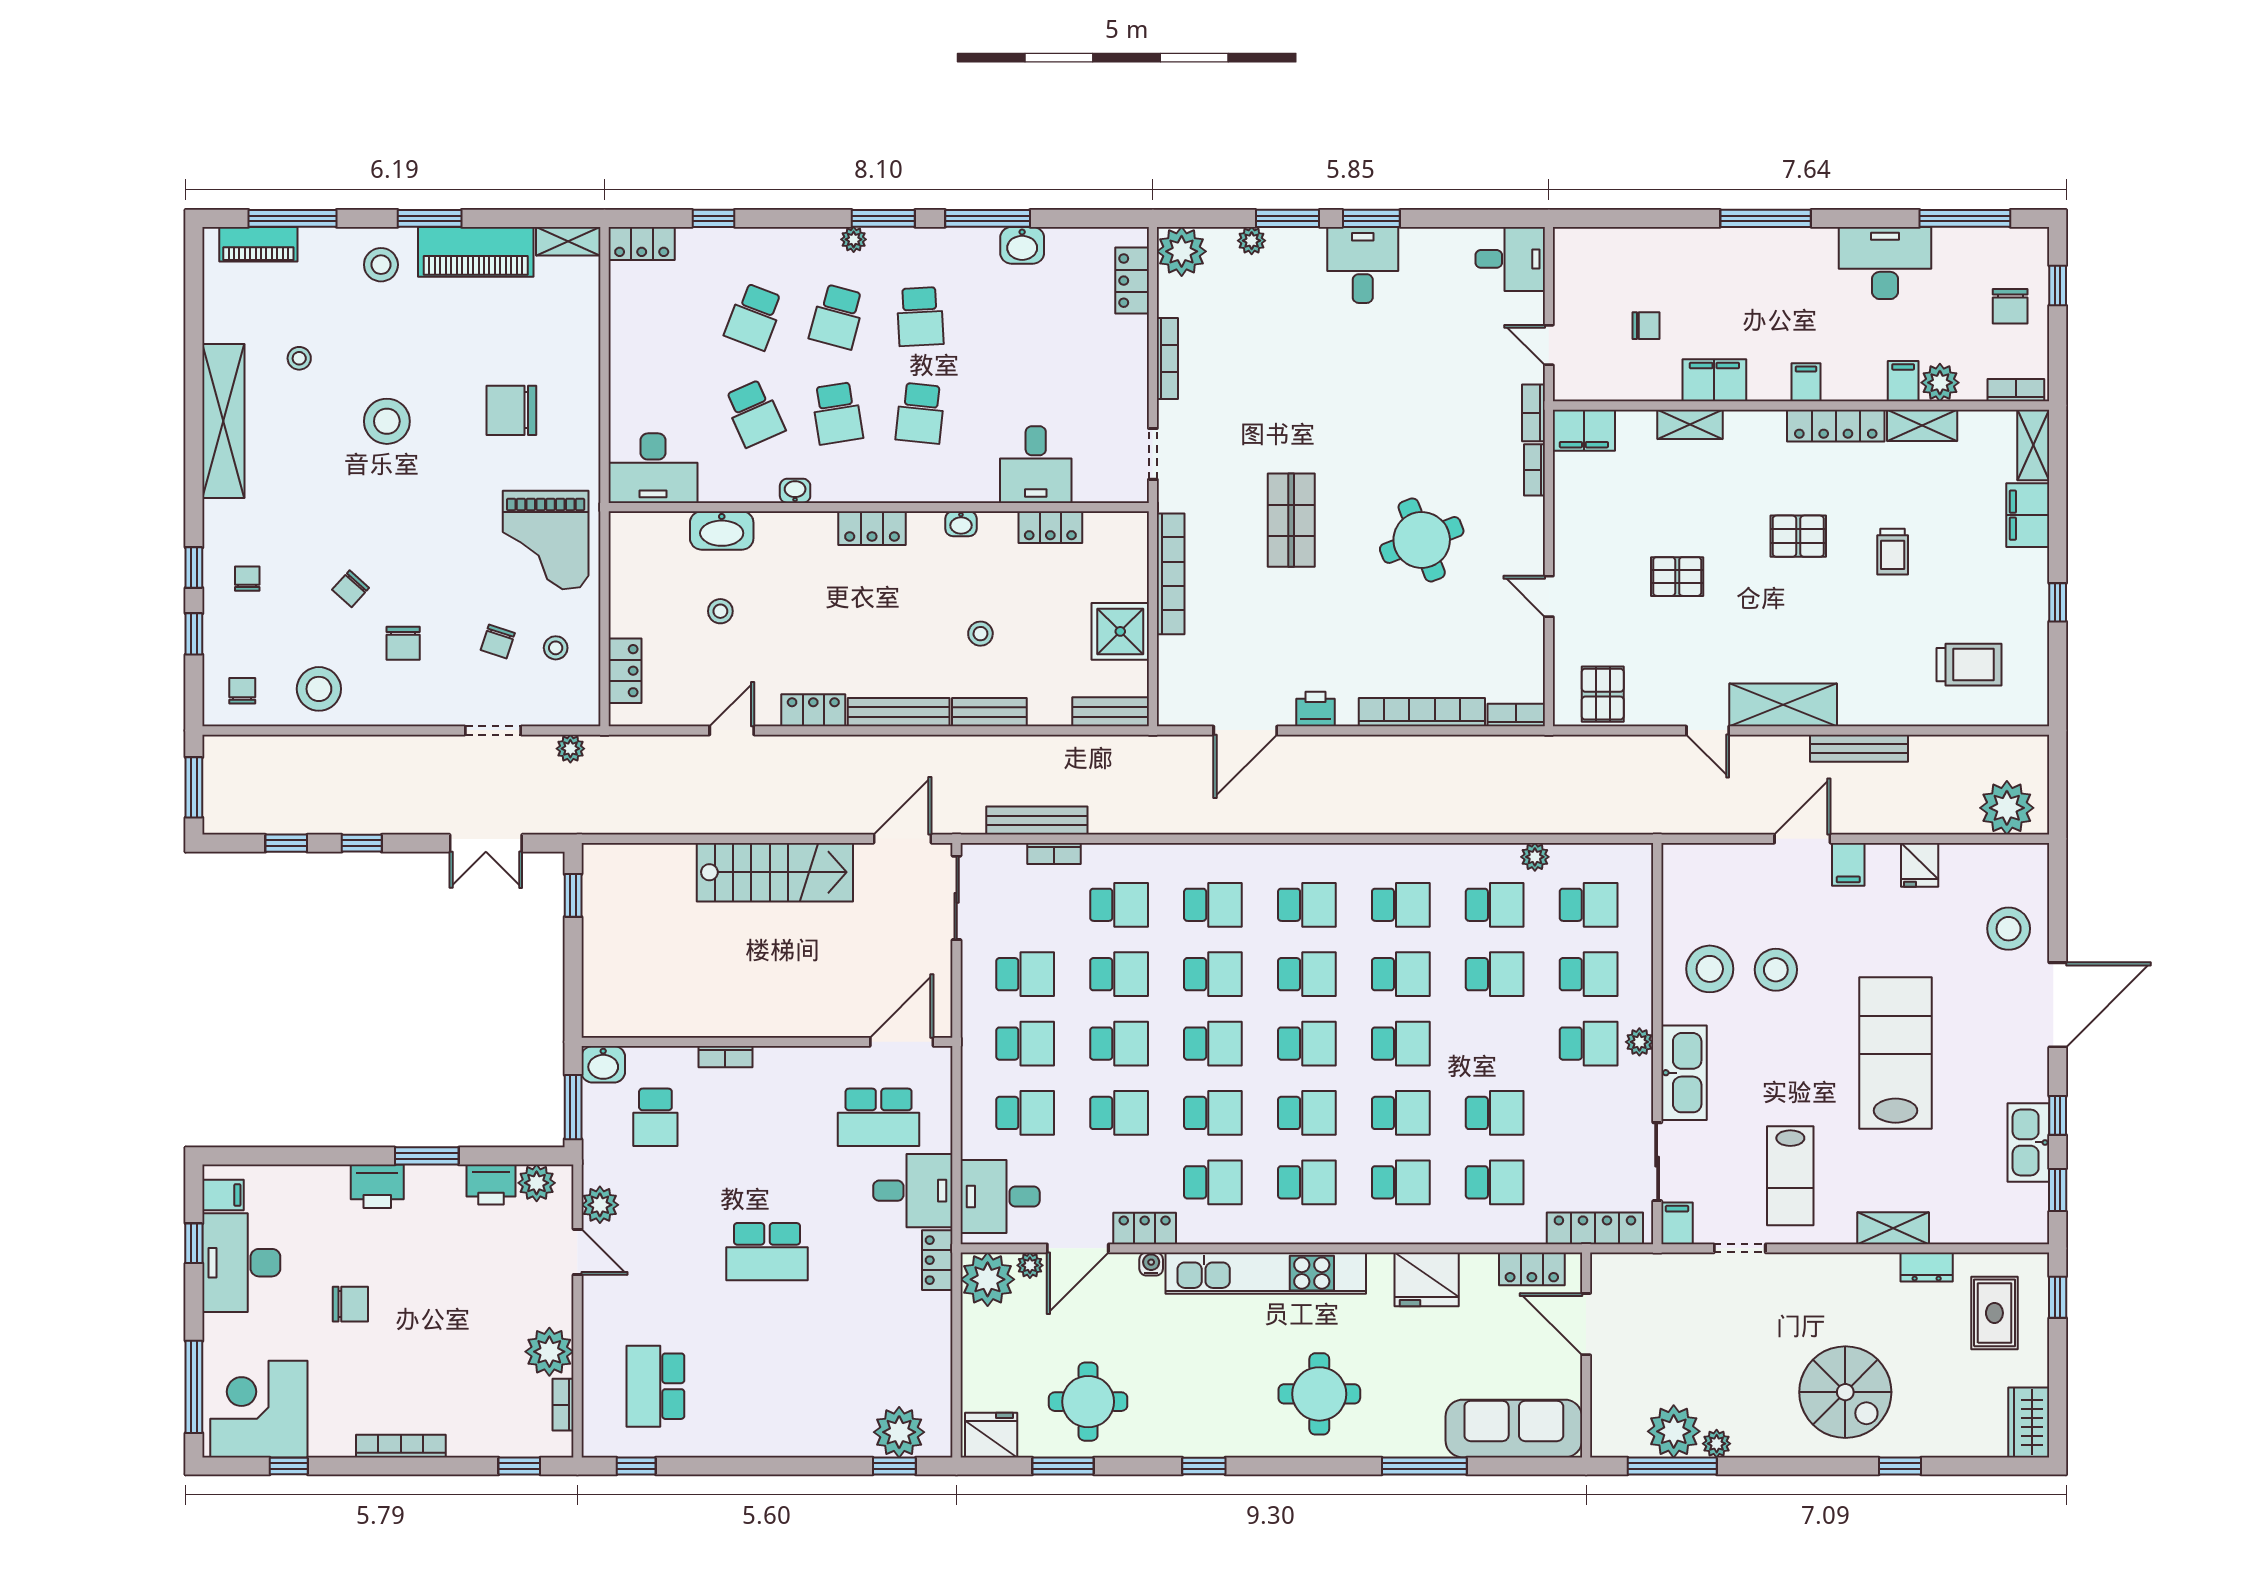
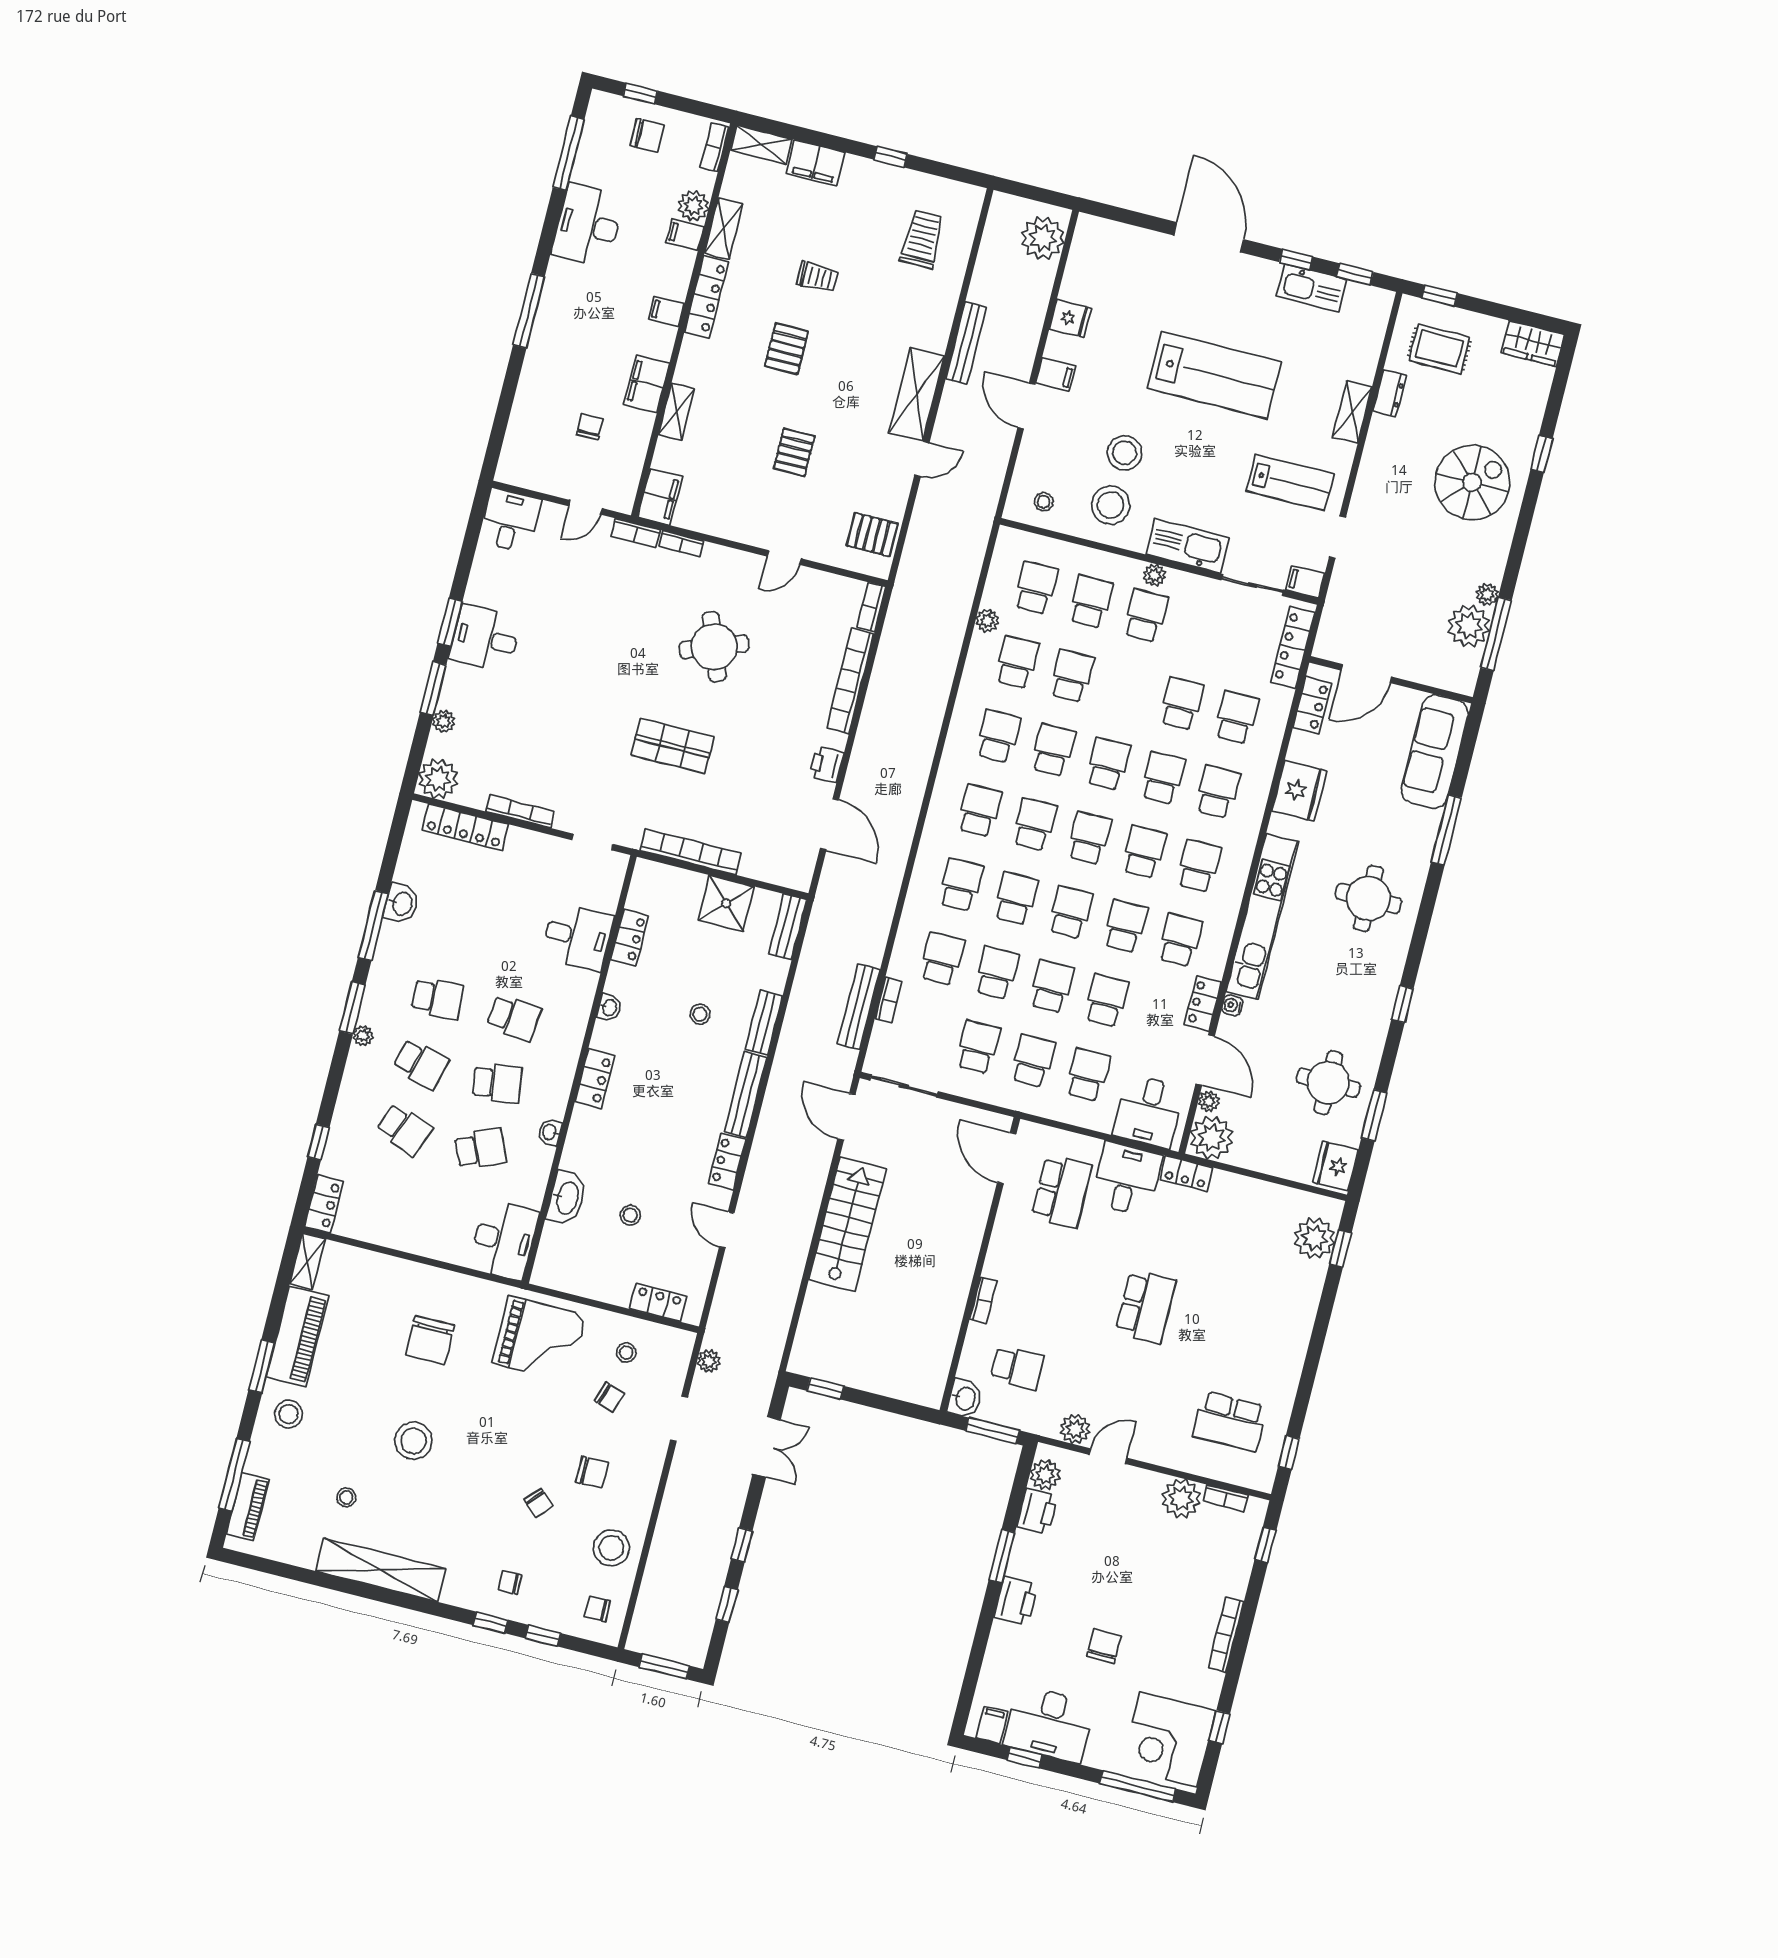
locker: (1132, 281) -> (465, 827), width x1.53
stool: (2009, 929) -> (1044, 502), moved, width x0.53, depth x0.53
lab bench: (1896, 1053) -> (1214, 375), turned 180

